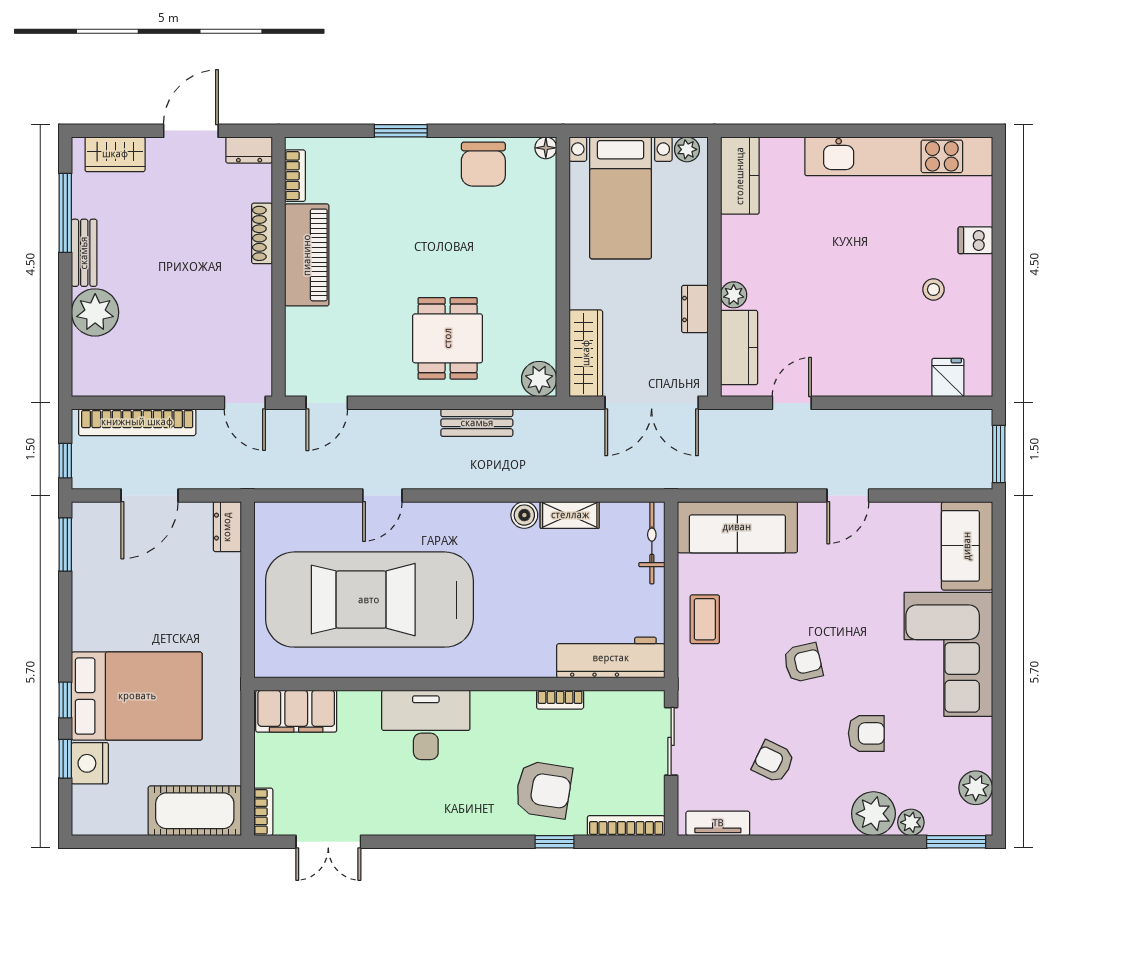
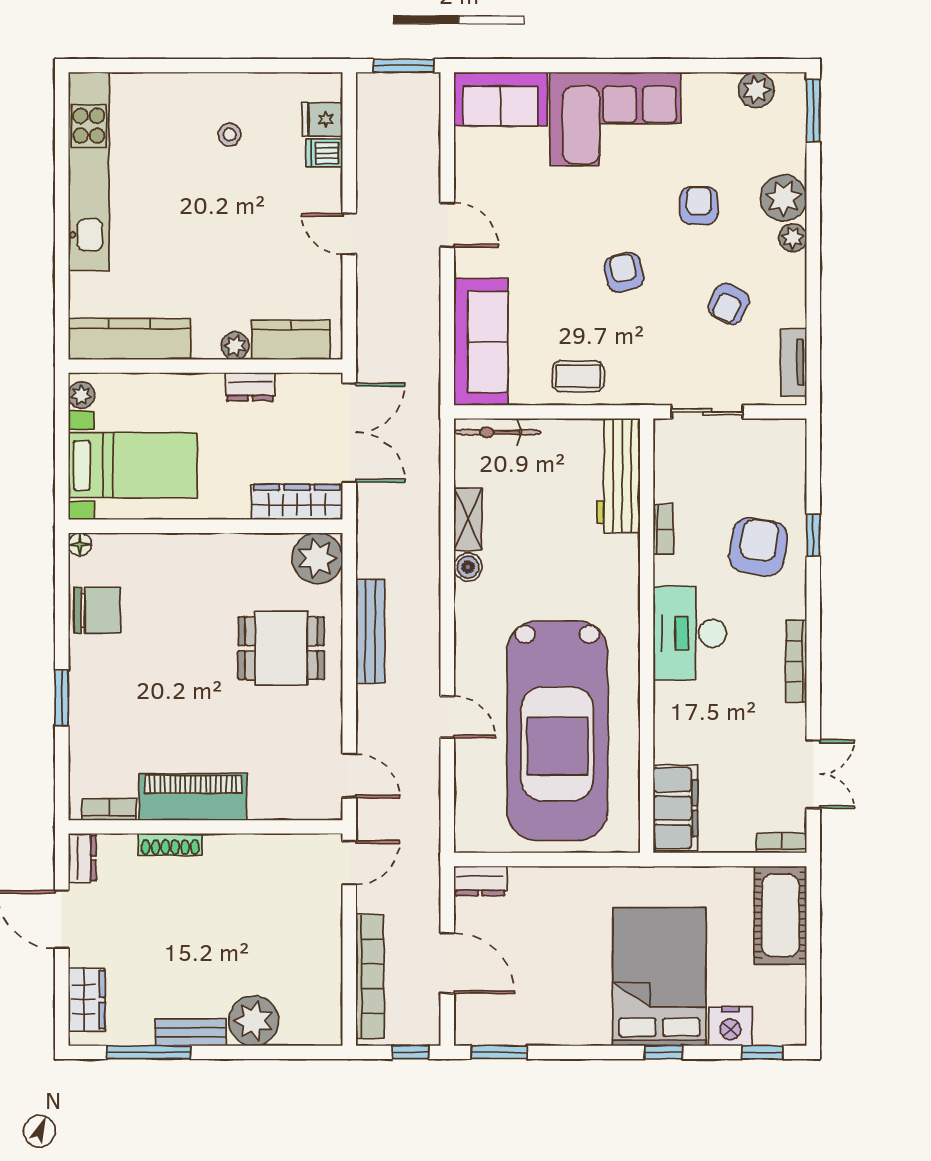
kitchen counter: (740, 176) -> (130, 339), width x1.50
dishwasher: (975, 240) -> (324, 153), moved, turned 90
plant: (539, 379) -> (317, 558), width x1.36, depth x1.36
door: (792, 403) -> (349, 234), moved
bench: (477, 423) -> (370, 631), width x1.36
desk: (426, 725) -> (690, 633), moved
window: (65, 759) -> (762, 1052), moved
plant: (911, 822) -> (793, 238), moved
bookcase: (626, 826) -> (796, 661), moved

